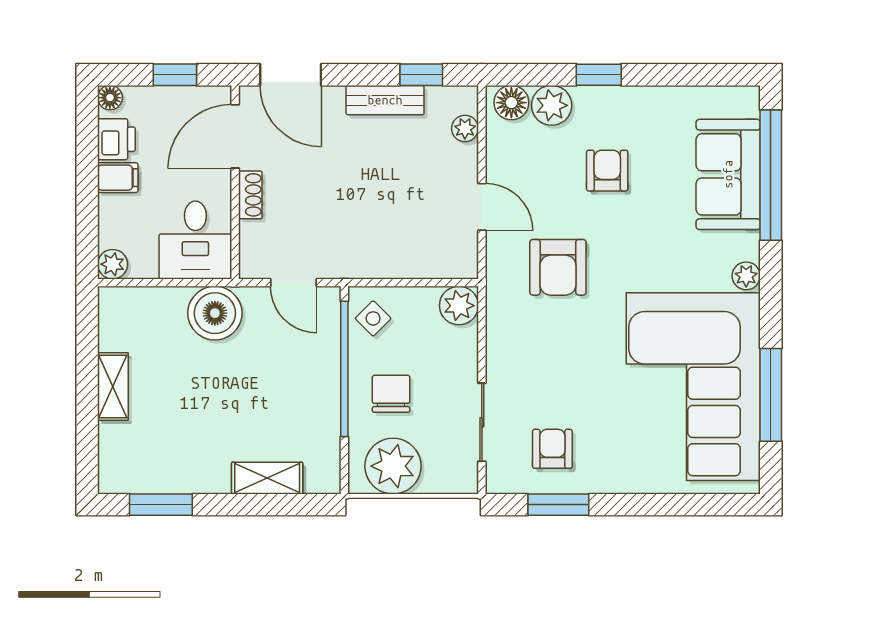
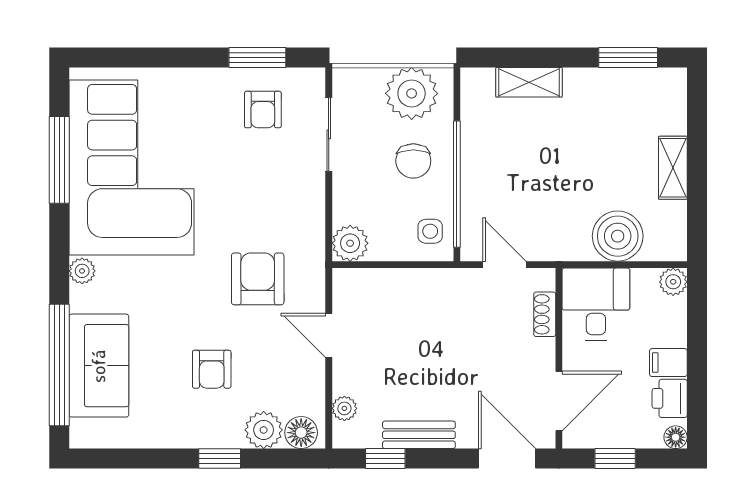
shoe rack: (250, 195) -> (545, 314), moved
boiler: (215, 313) -> (618, 236), moved
side table: (373, 318) -> (430, 231), turned 45

